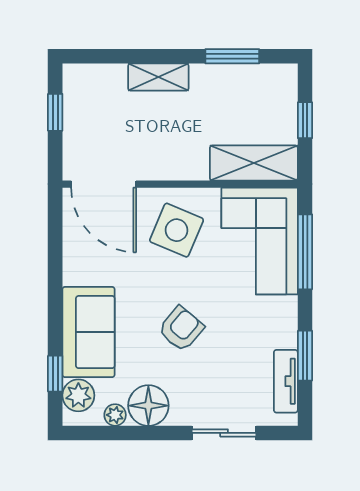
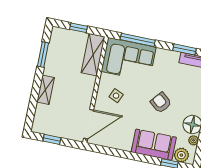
side table: (177, 230) -> (116, 96), width x0.54, depth x0.54

